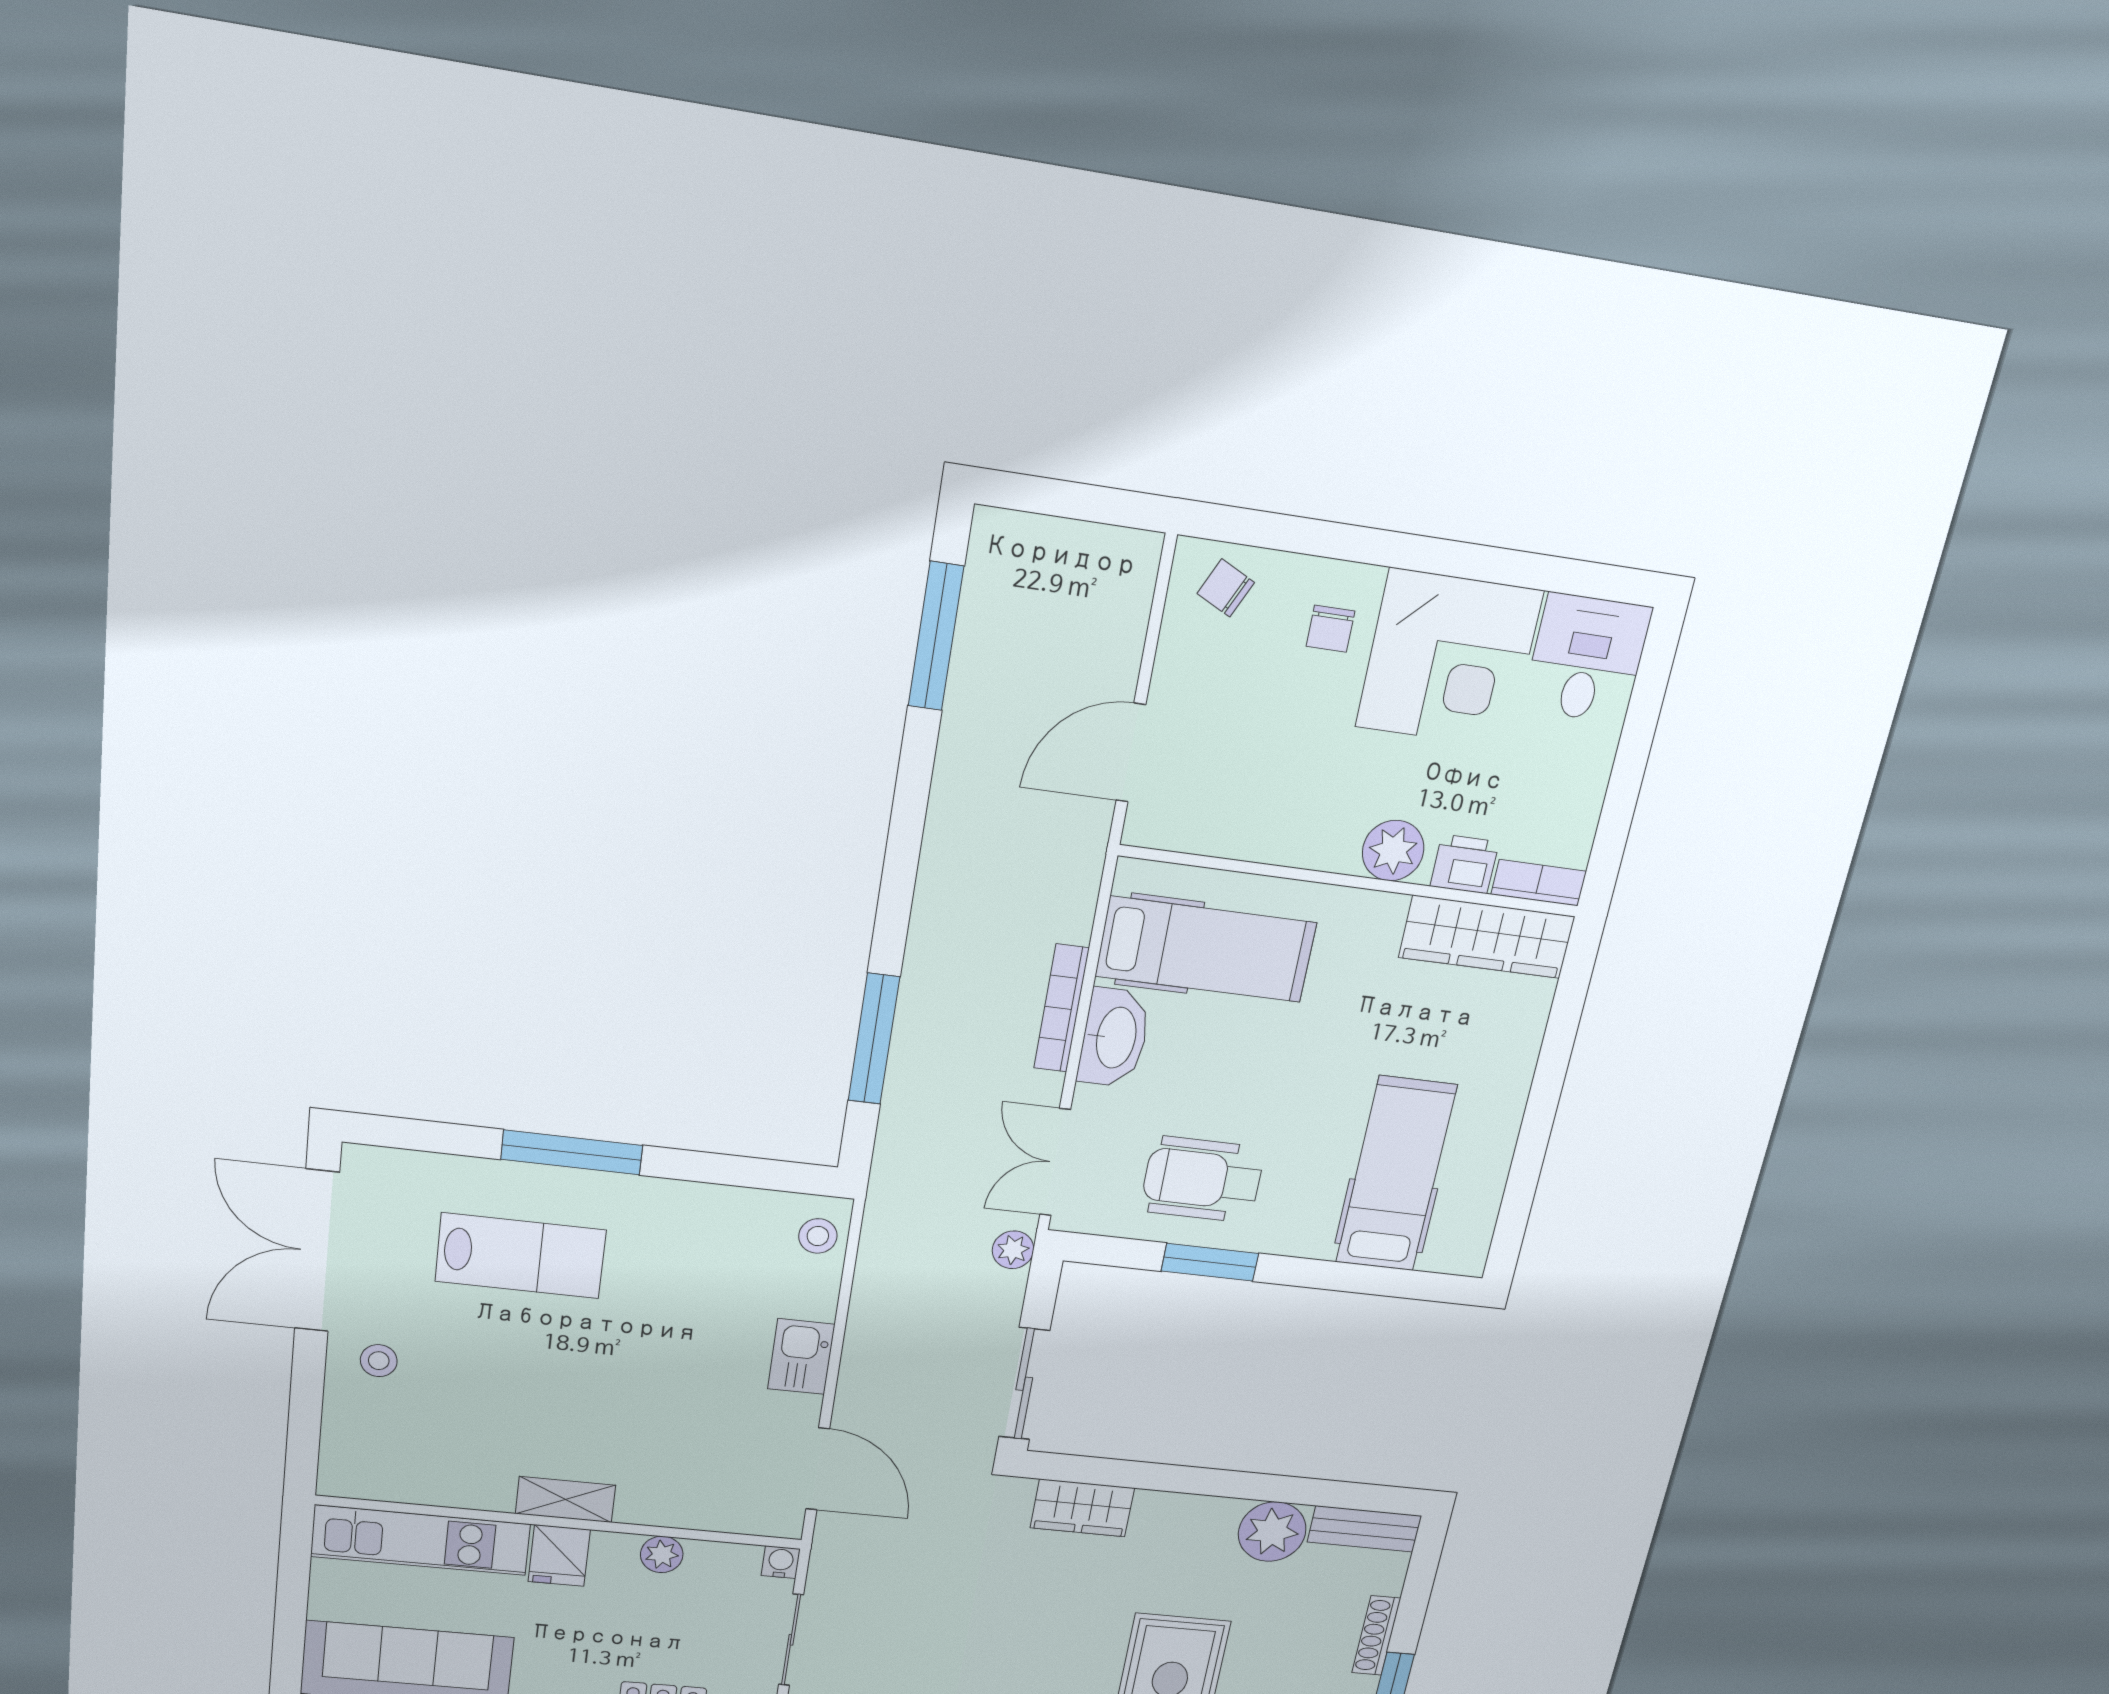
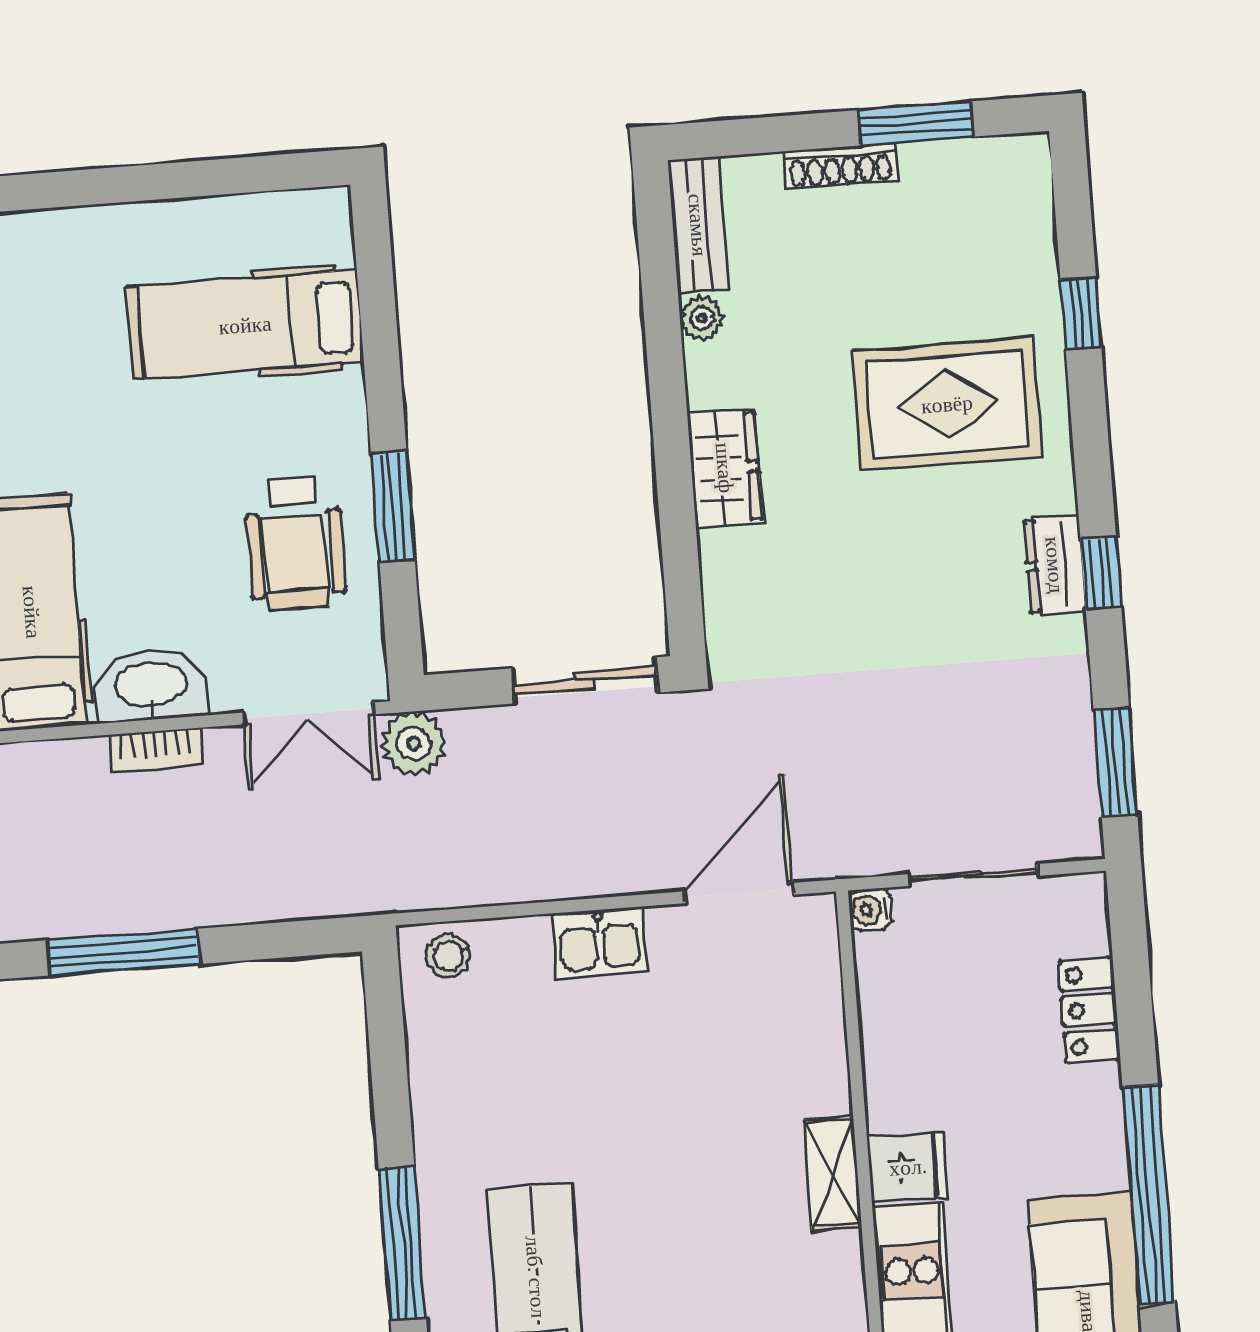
bookcase: (1061, 1008) -> (156, 750), width x0.64
window: (874, 1039) -> (123, 952), moved
plant: (1013, 1250) -> (414, 744), width x1.38, depth x1.38
wardrobe: (1082, 1508) -> (725, 468), moved
plant: (1272, 1532) -> (702, 318), width x0.53, depth x0.53
plant: (662, 1554) -> (885, 1050), removed

